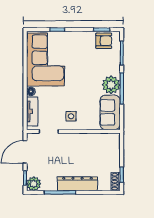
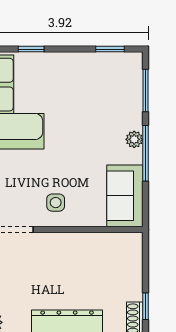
armchair: (104, 41) -> (114, 69), removed
plant: (111, 85) -> (134, 139), width x0.53, depth x0.53

